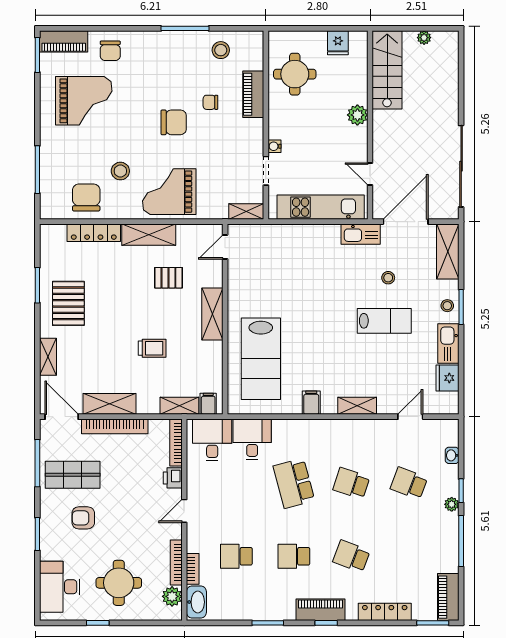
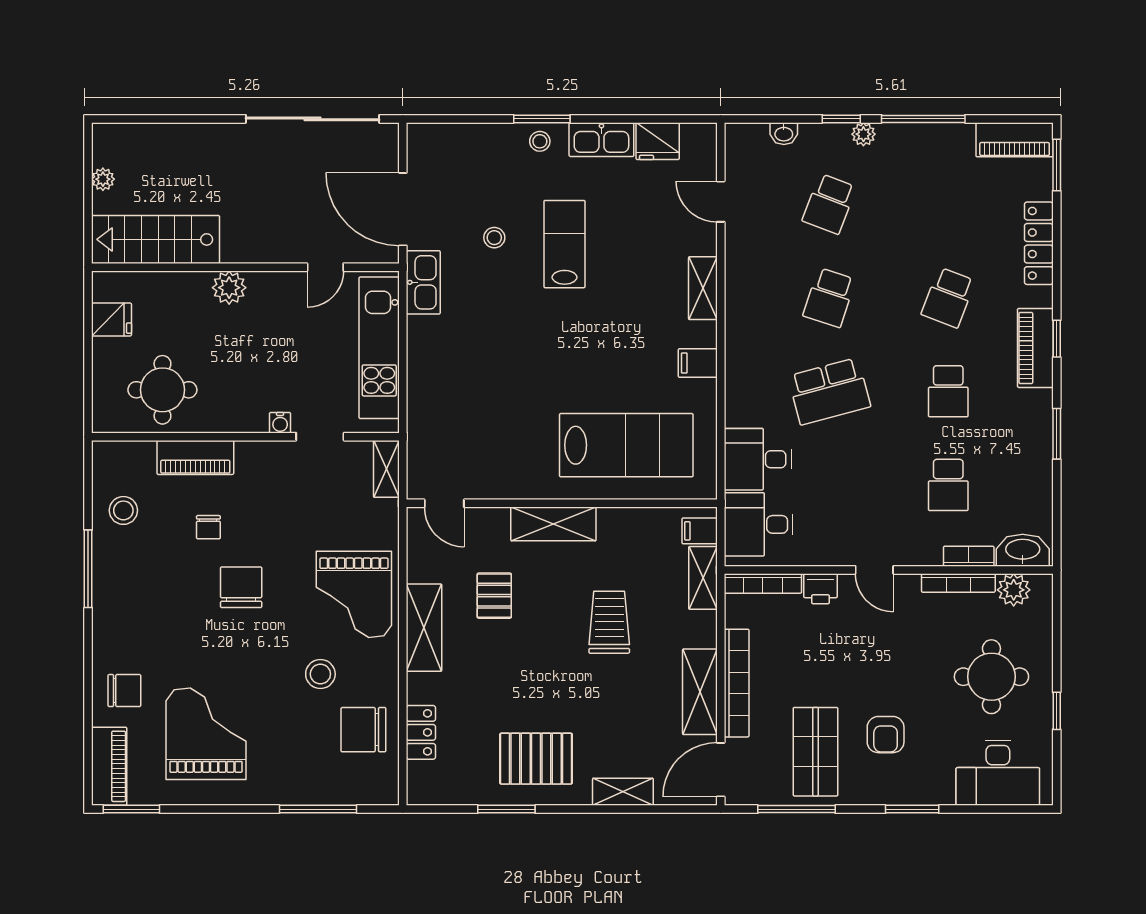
locker: (94, 233) -> (421, 732), width x0.66
shelving: (448, 252) -> (452, 141), removed
trolley: (152, 348) -> (609, 622), width x1.36, depth x1.39

